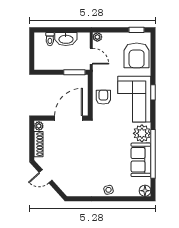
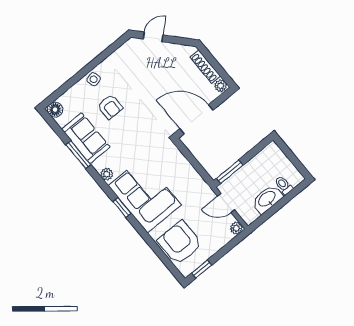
window: (153, 92) -> (122, 207), moved
armchair: (103, 97) -> (110, 107), moved
door: (69, 118) -> (196, 119), swing flipped
plant: (142, 133) -> (107, 174), width x0.53, depth x0.53
window: (153, 154) -> (78, 155), width x0.47
door: (46, 176) -> (153, 37), moved

